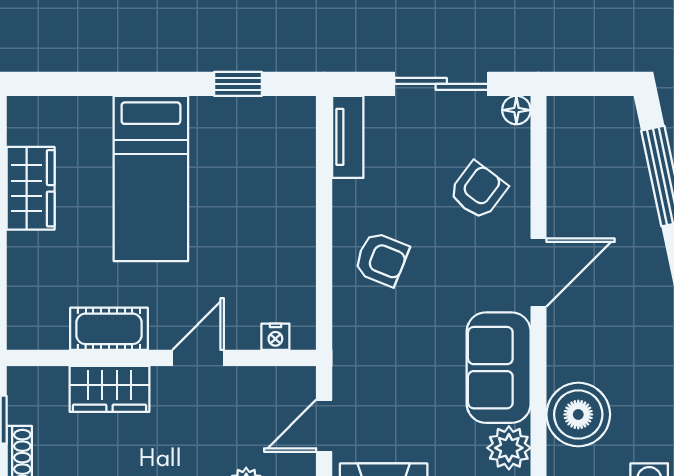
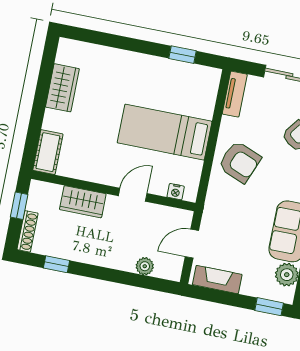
bed: (151, 178) -> (165, 132), moved, turned 90
armchair: (381, 259) -> (240, 162), width x1.38, depth x1.38
cot: (109, 329) -> (48, 152), moved, turned 90

